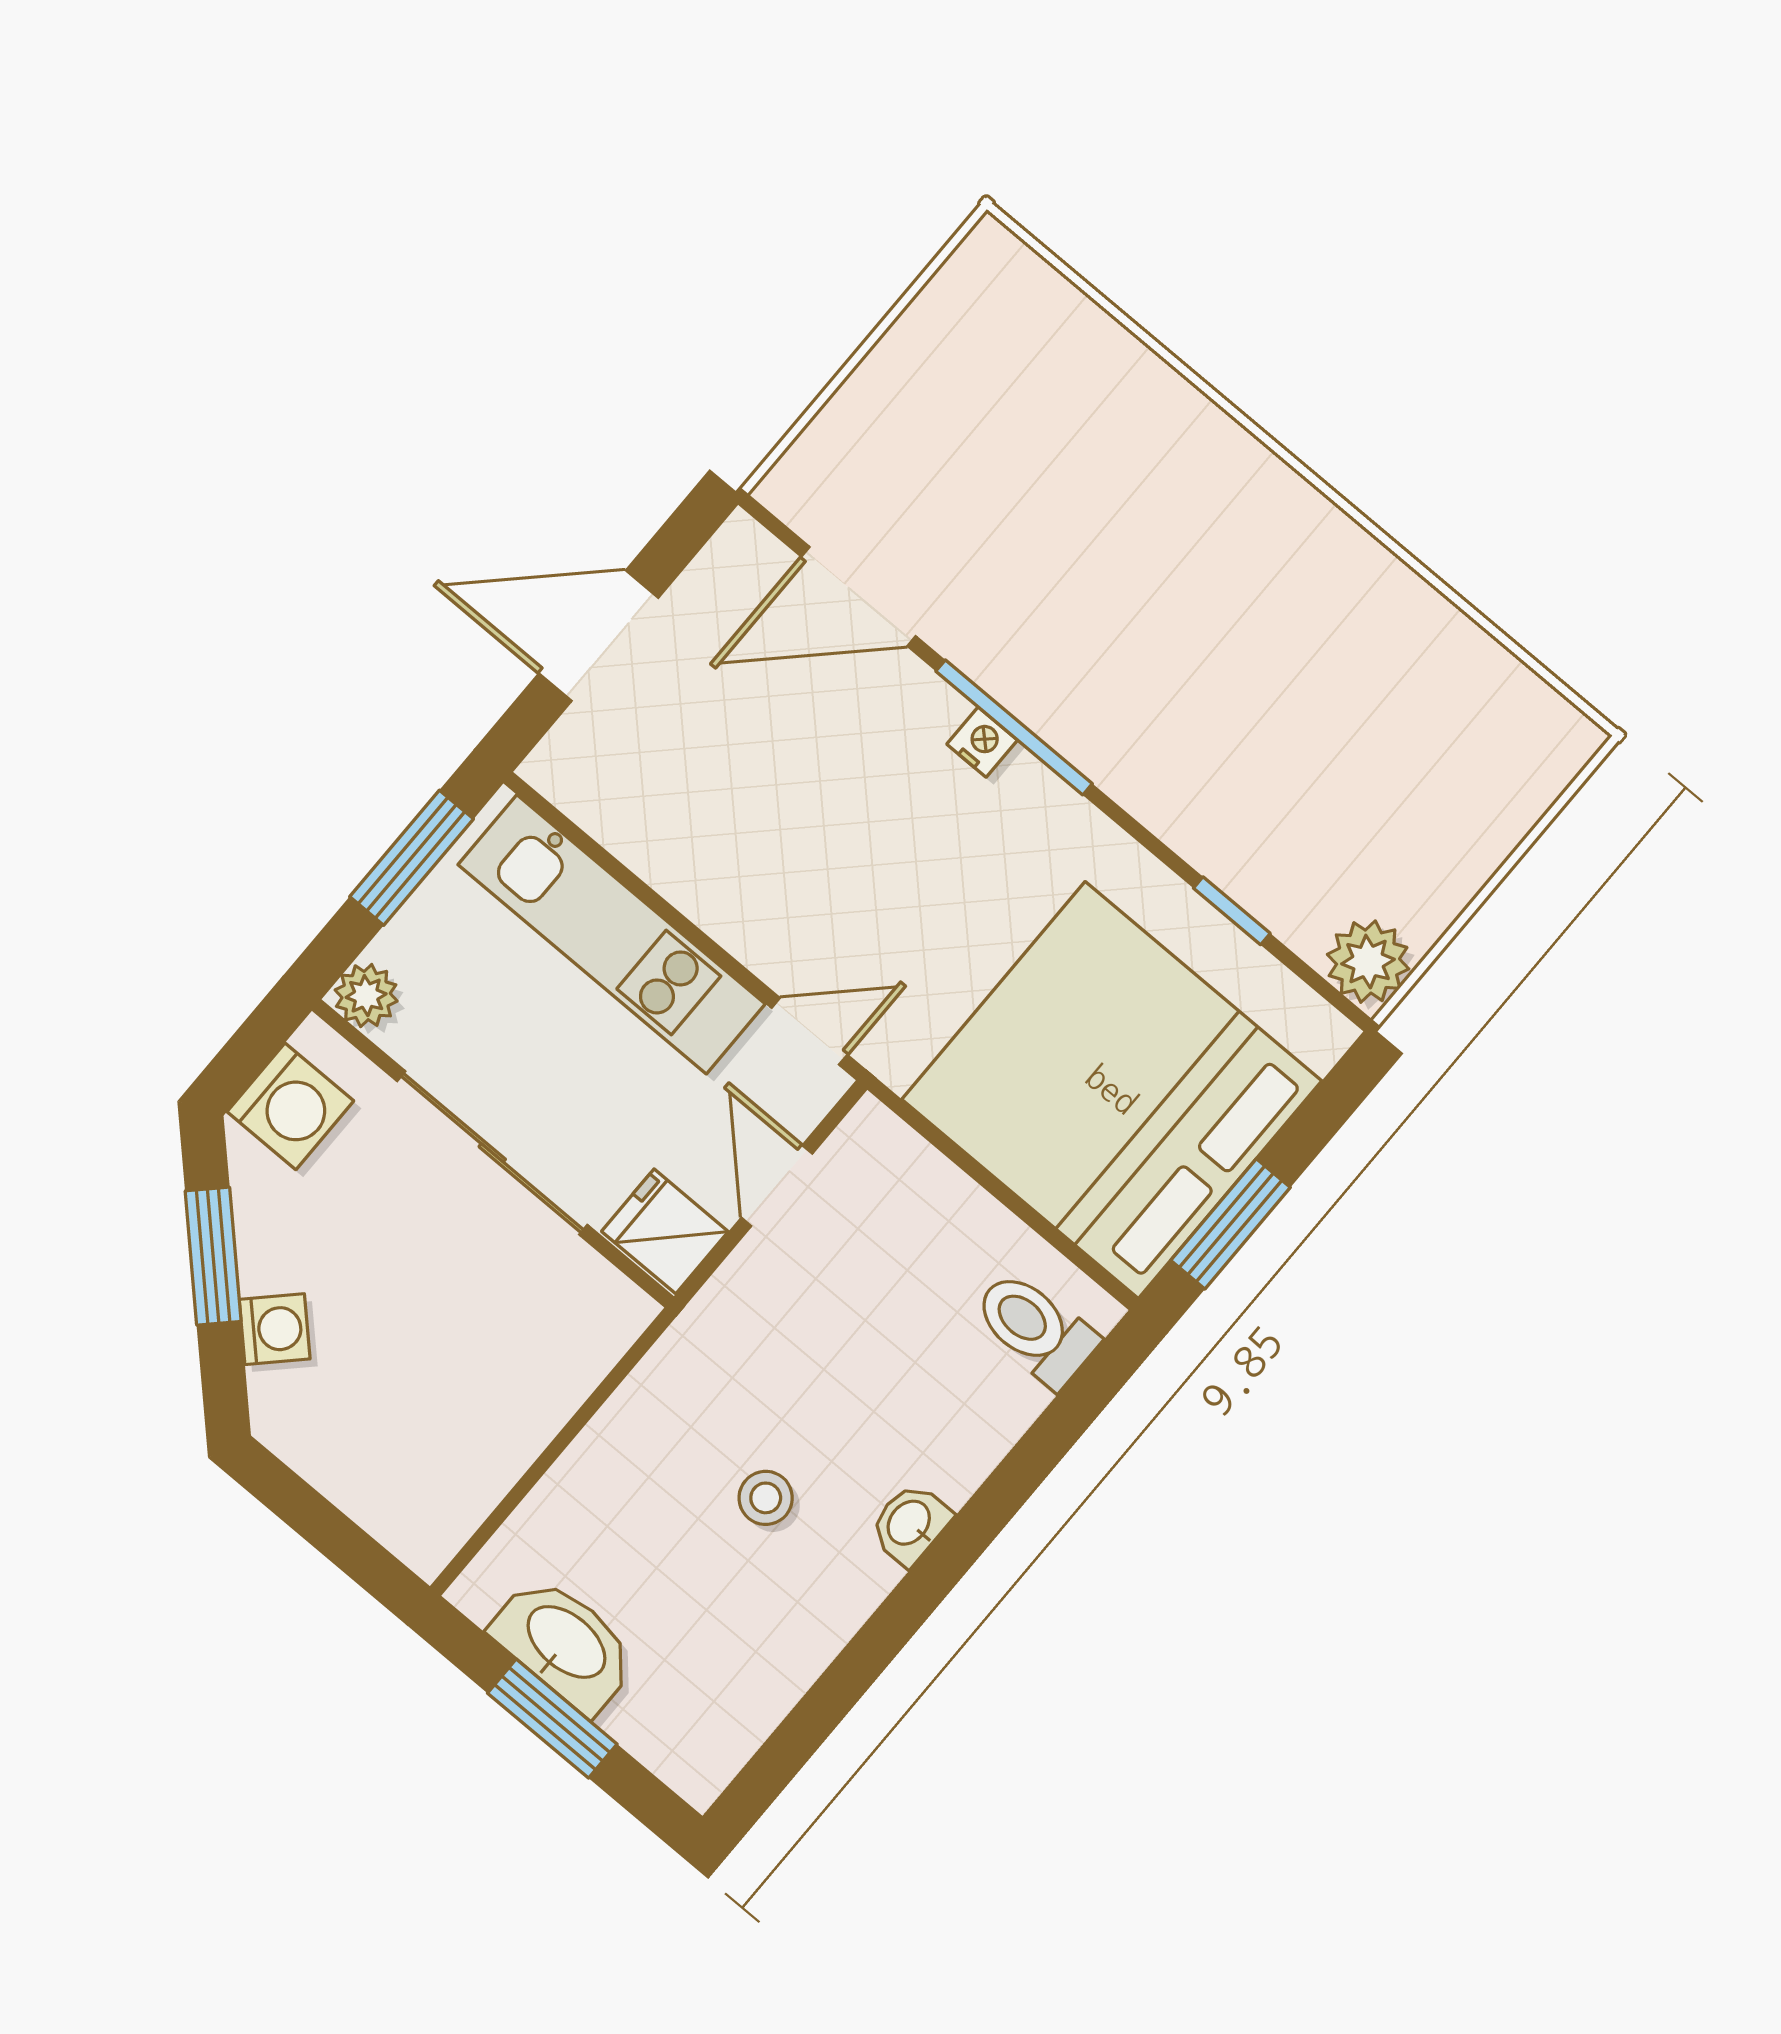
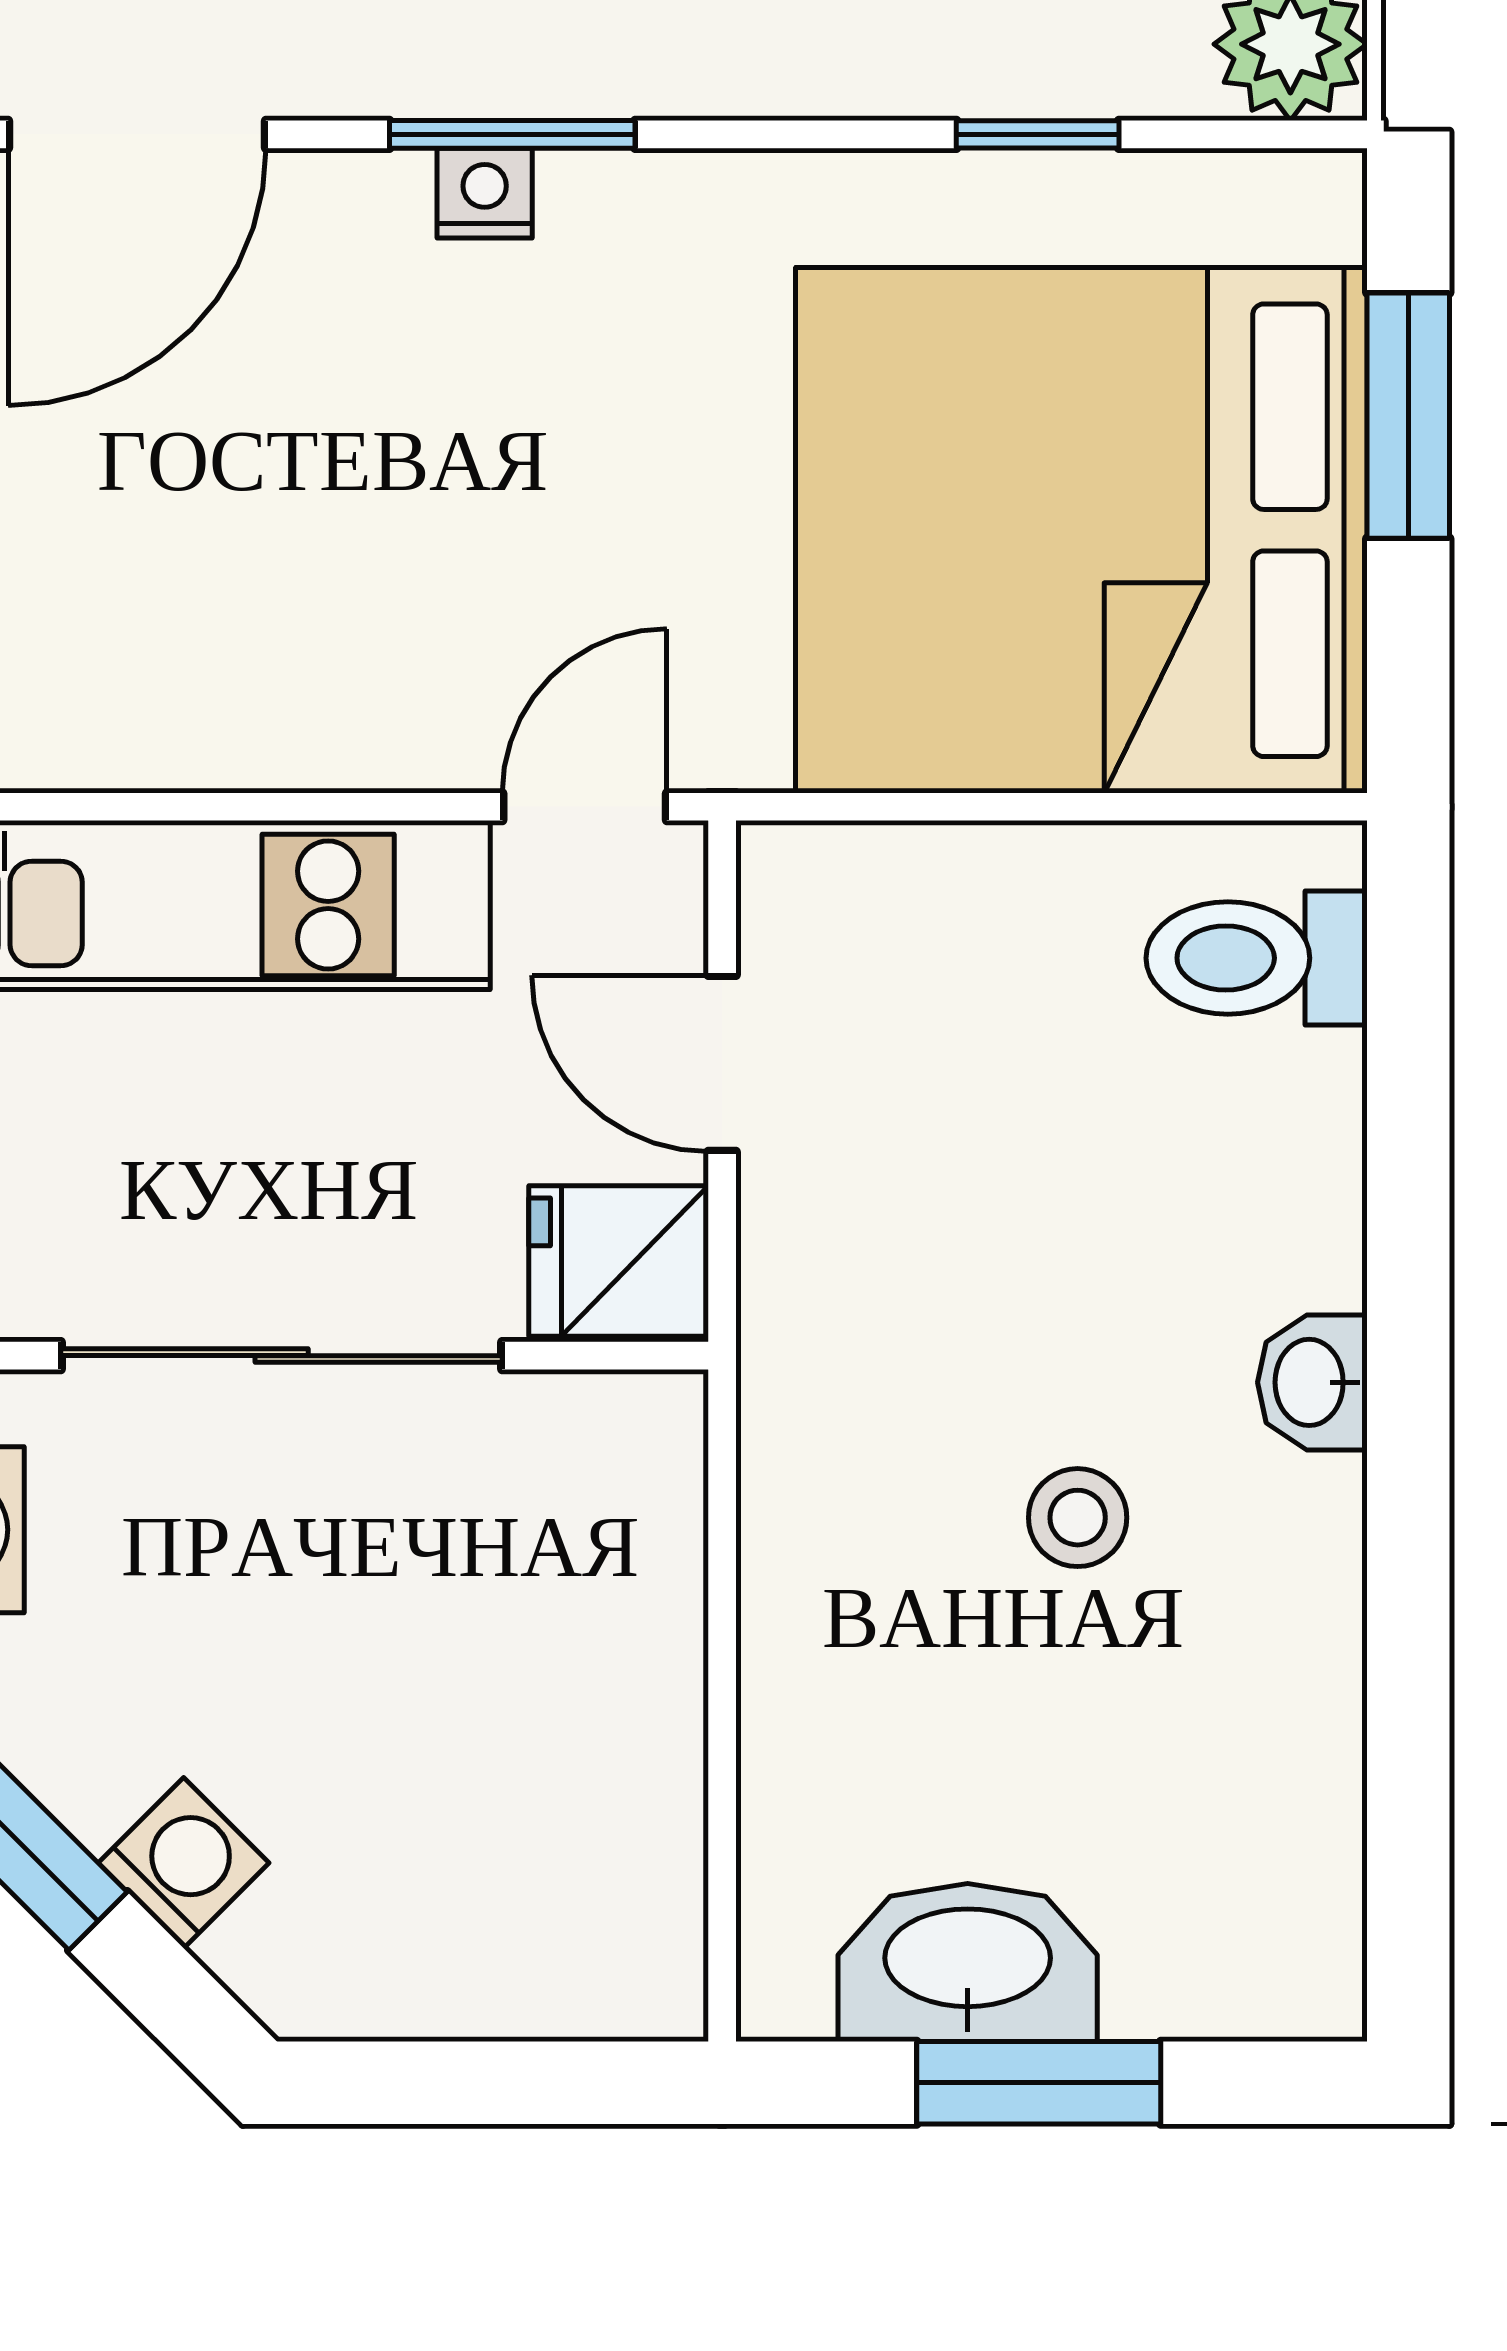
window: (1014, 727) -> (512, 134), width x0.69
window: (1231, 1224) -> (1408, 416), moved

